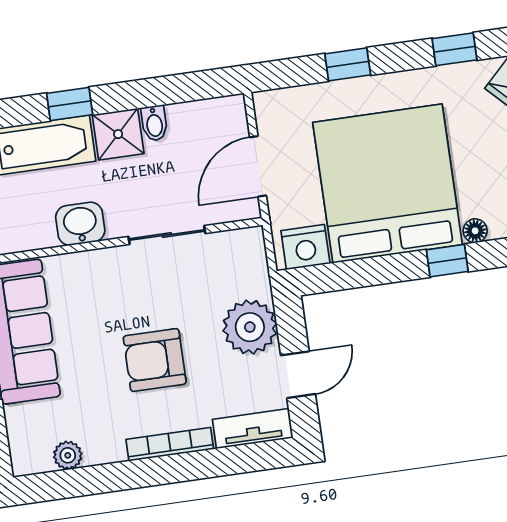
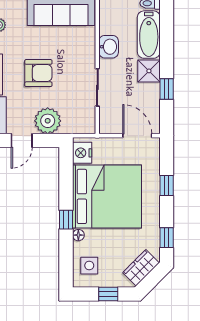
window: (70, 104) -> (167, 89), moved
bidet: (154, 123) -> (152, 89), removed
door: (258, 166) -> (137, 136), moved
armchair: (155, 360) -> (38, 73), turned 90
door: (298, 375) -> (22, 141), hinge flipped

